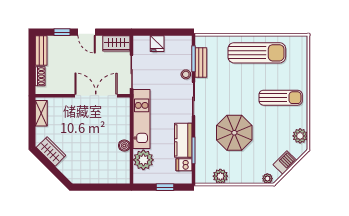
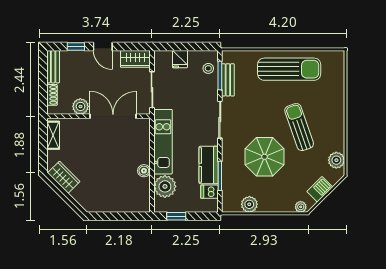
stool: (186, 74) -> (208, 68), moved
plant: (66, 87) -> (80, 106), added
sun lounger: (281, 98) -> (299, 127), moved, turned -109
window: (165, 187) -> (176, 216), moved

